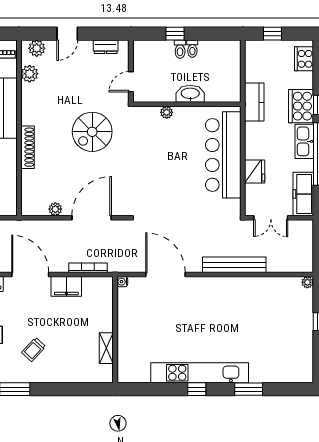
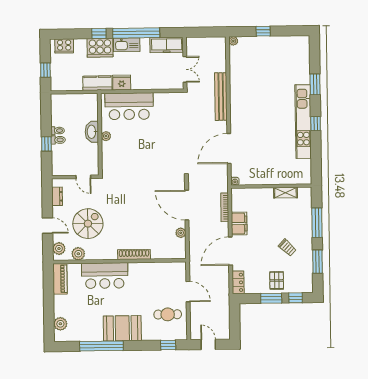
plant: (167, 112) -> (106, 136), moved
spiral stairs: (92, 132) -> (88, 224), moved, turned -90
bar counter: (223, 155) -> (129, 106), width x0.73
fridge: (255, 171) -> (122, 82), moved
window: (66, 389) -> (317, 223), added

